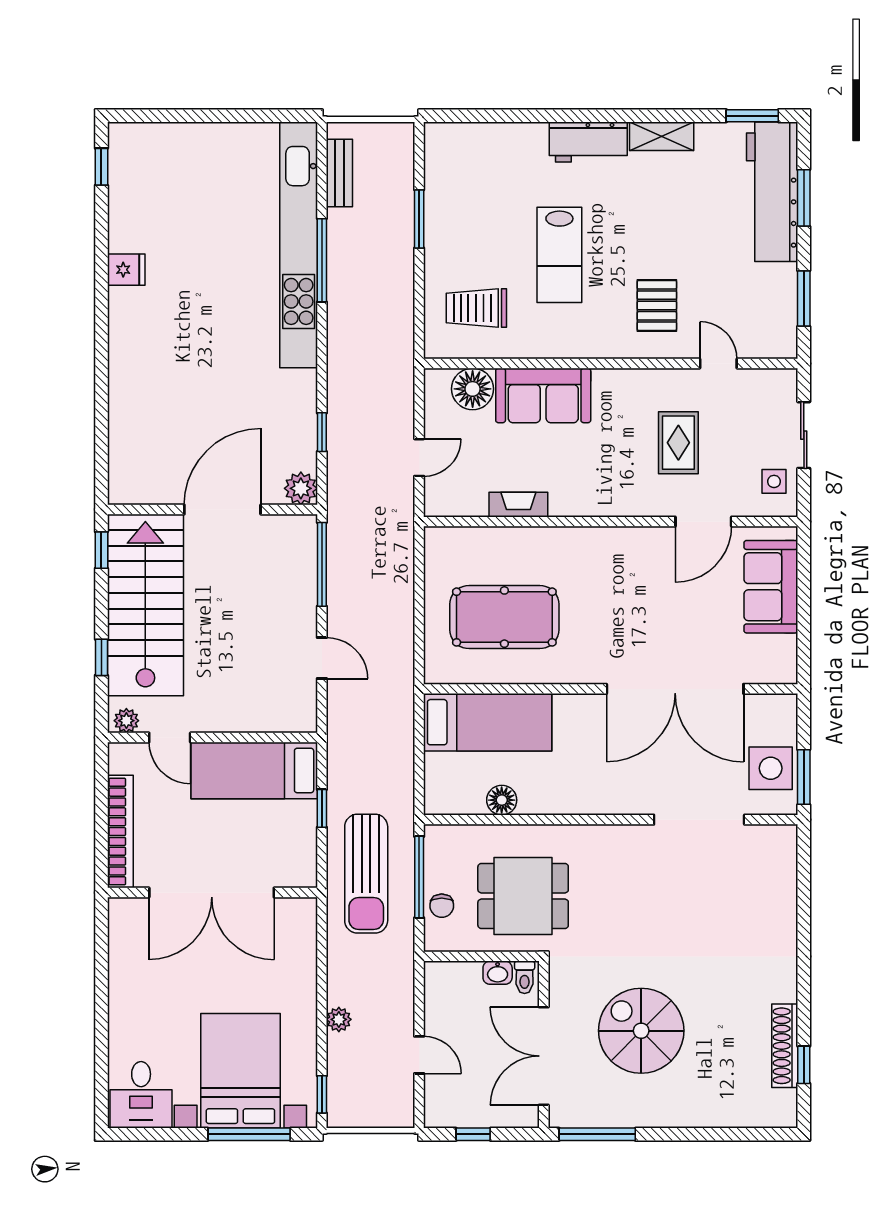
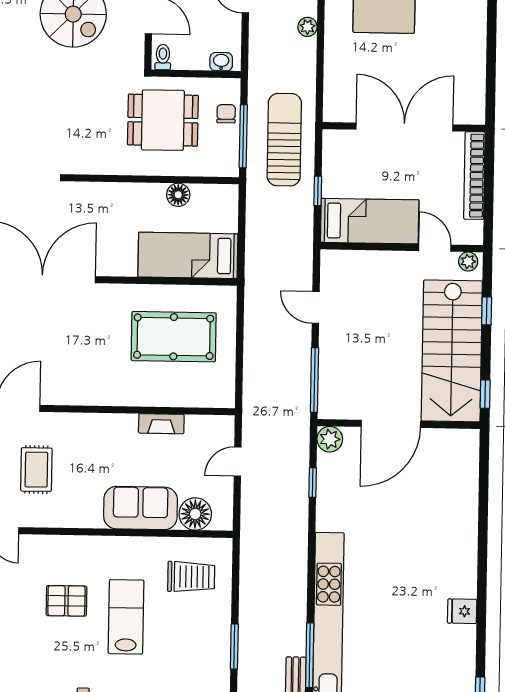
window: (322, 260) -> (310, 655), moved
pallet: (657, 305) -> (66, 601), moved, turned 90
washbasin: (498, 973) -> (221, 62), moved

